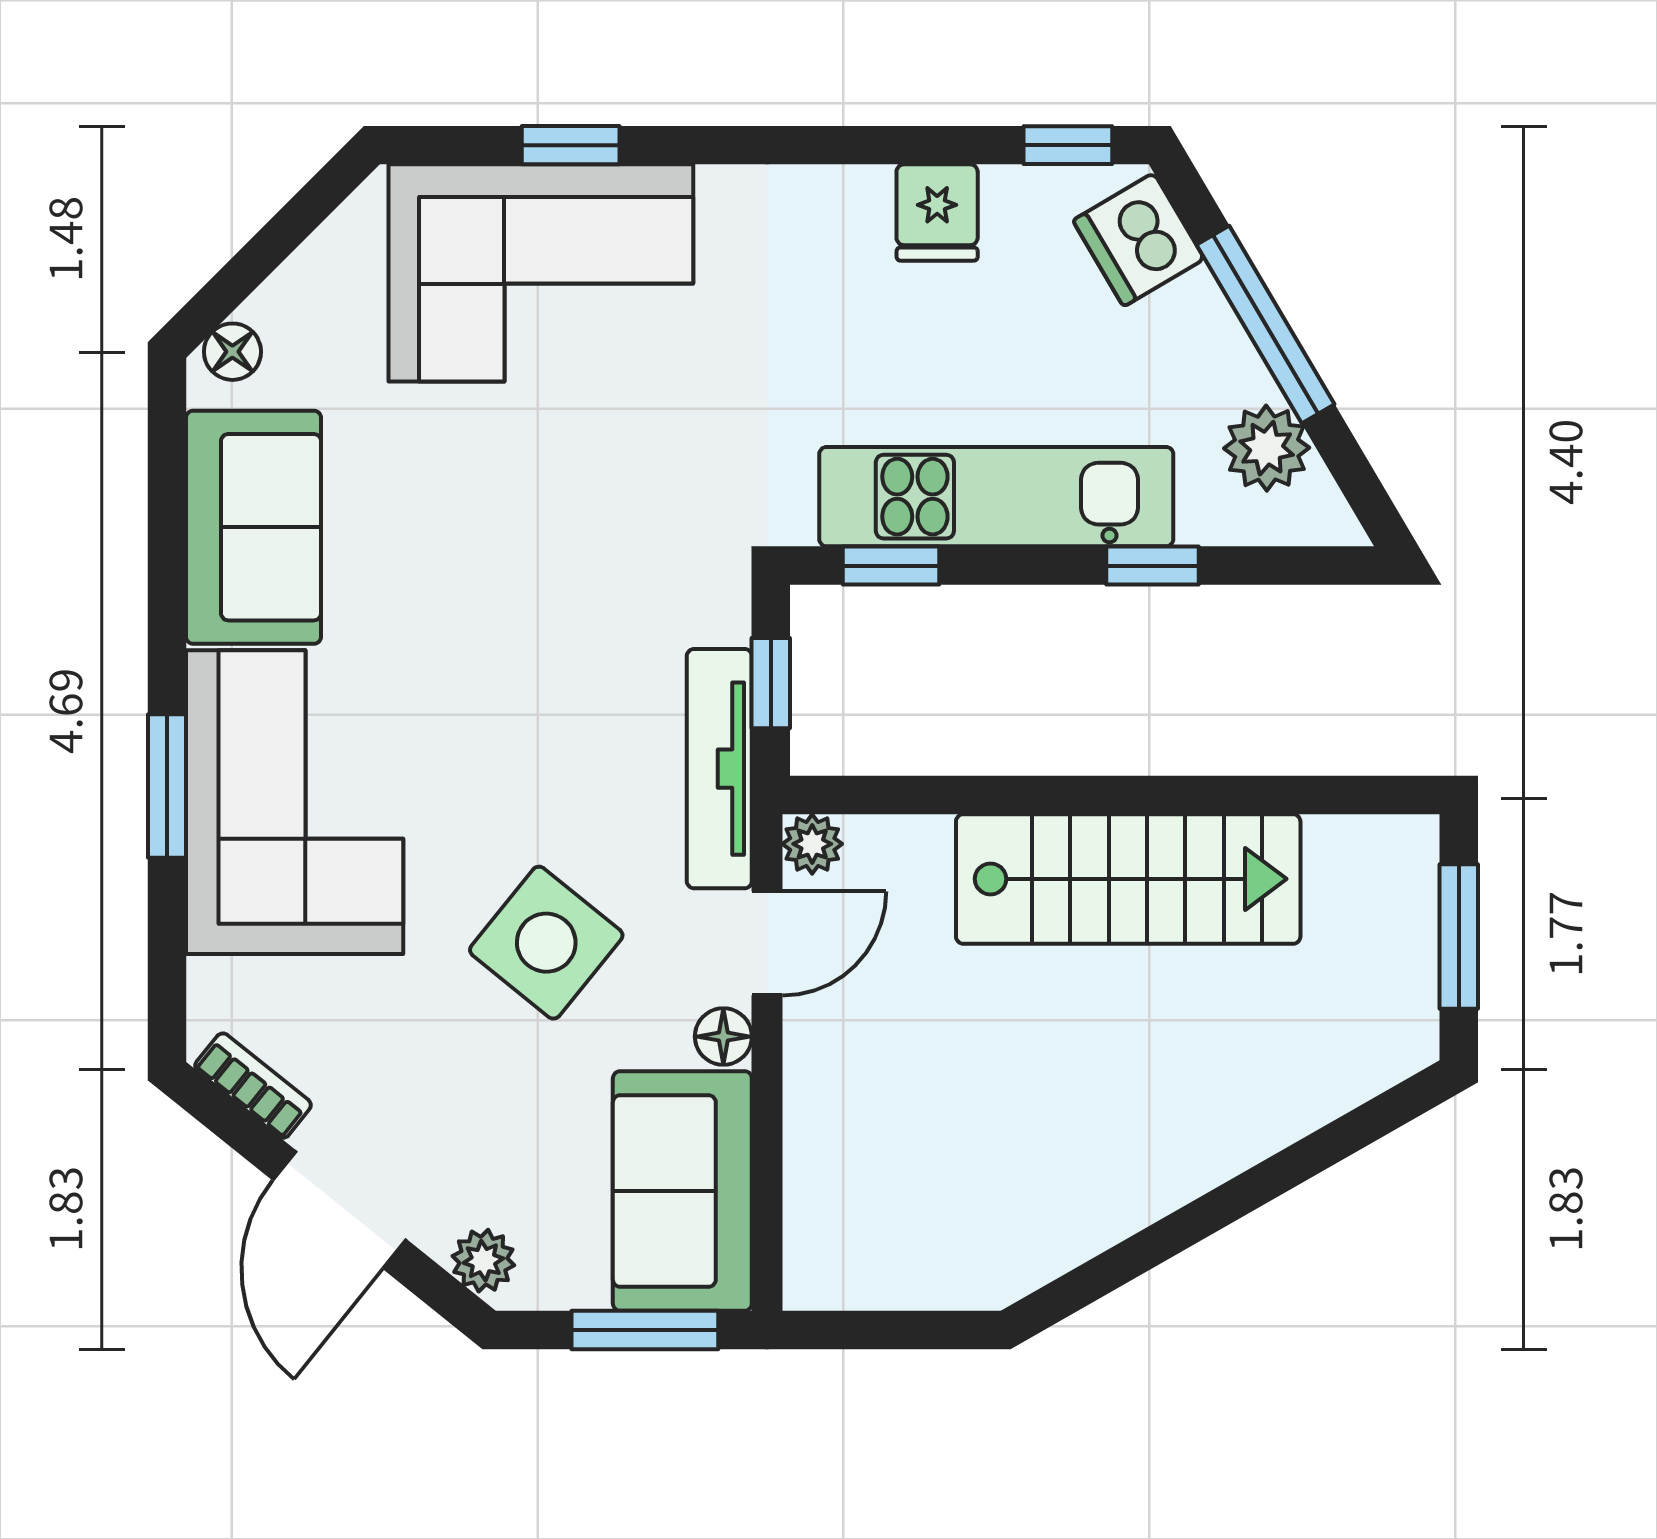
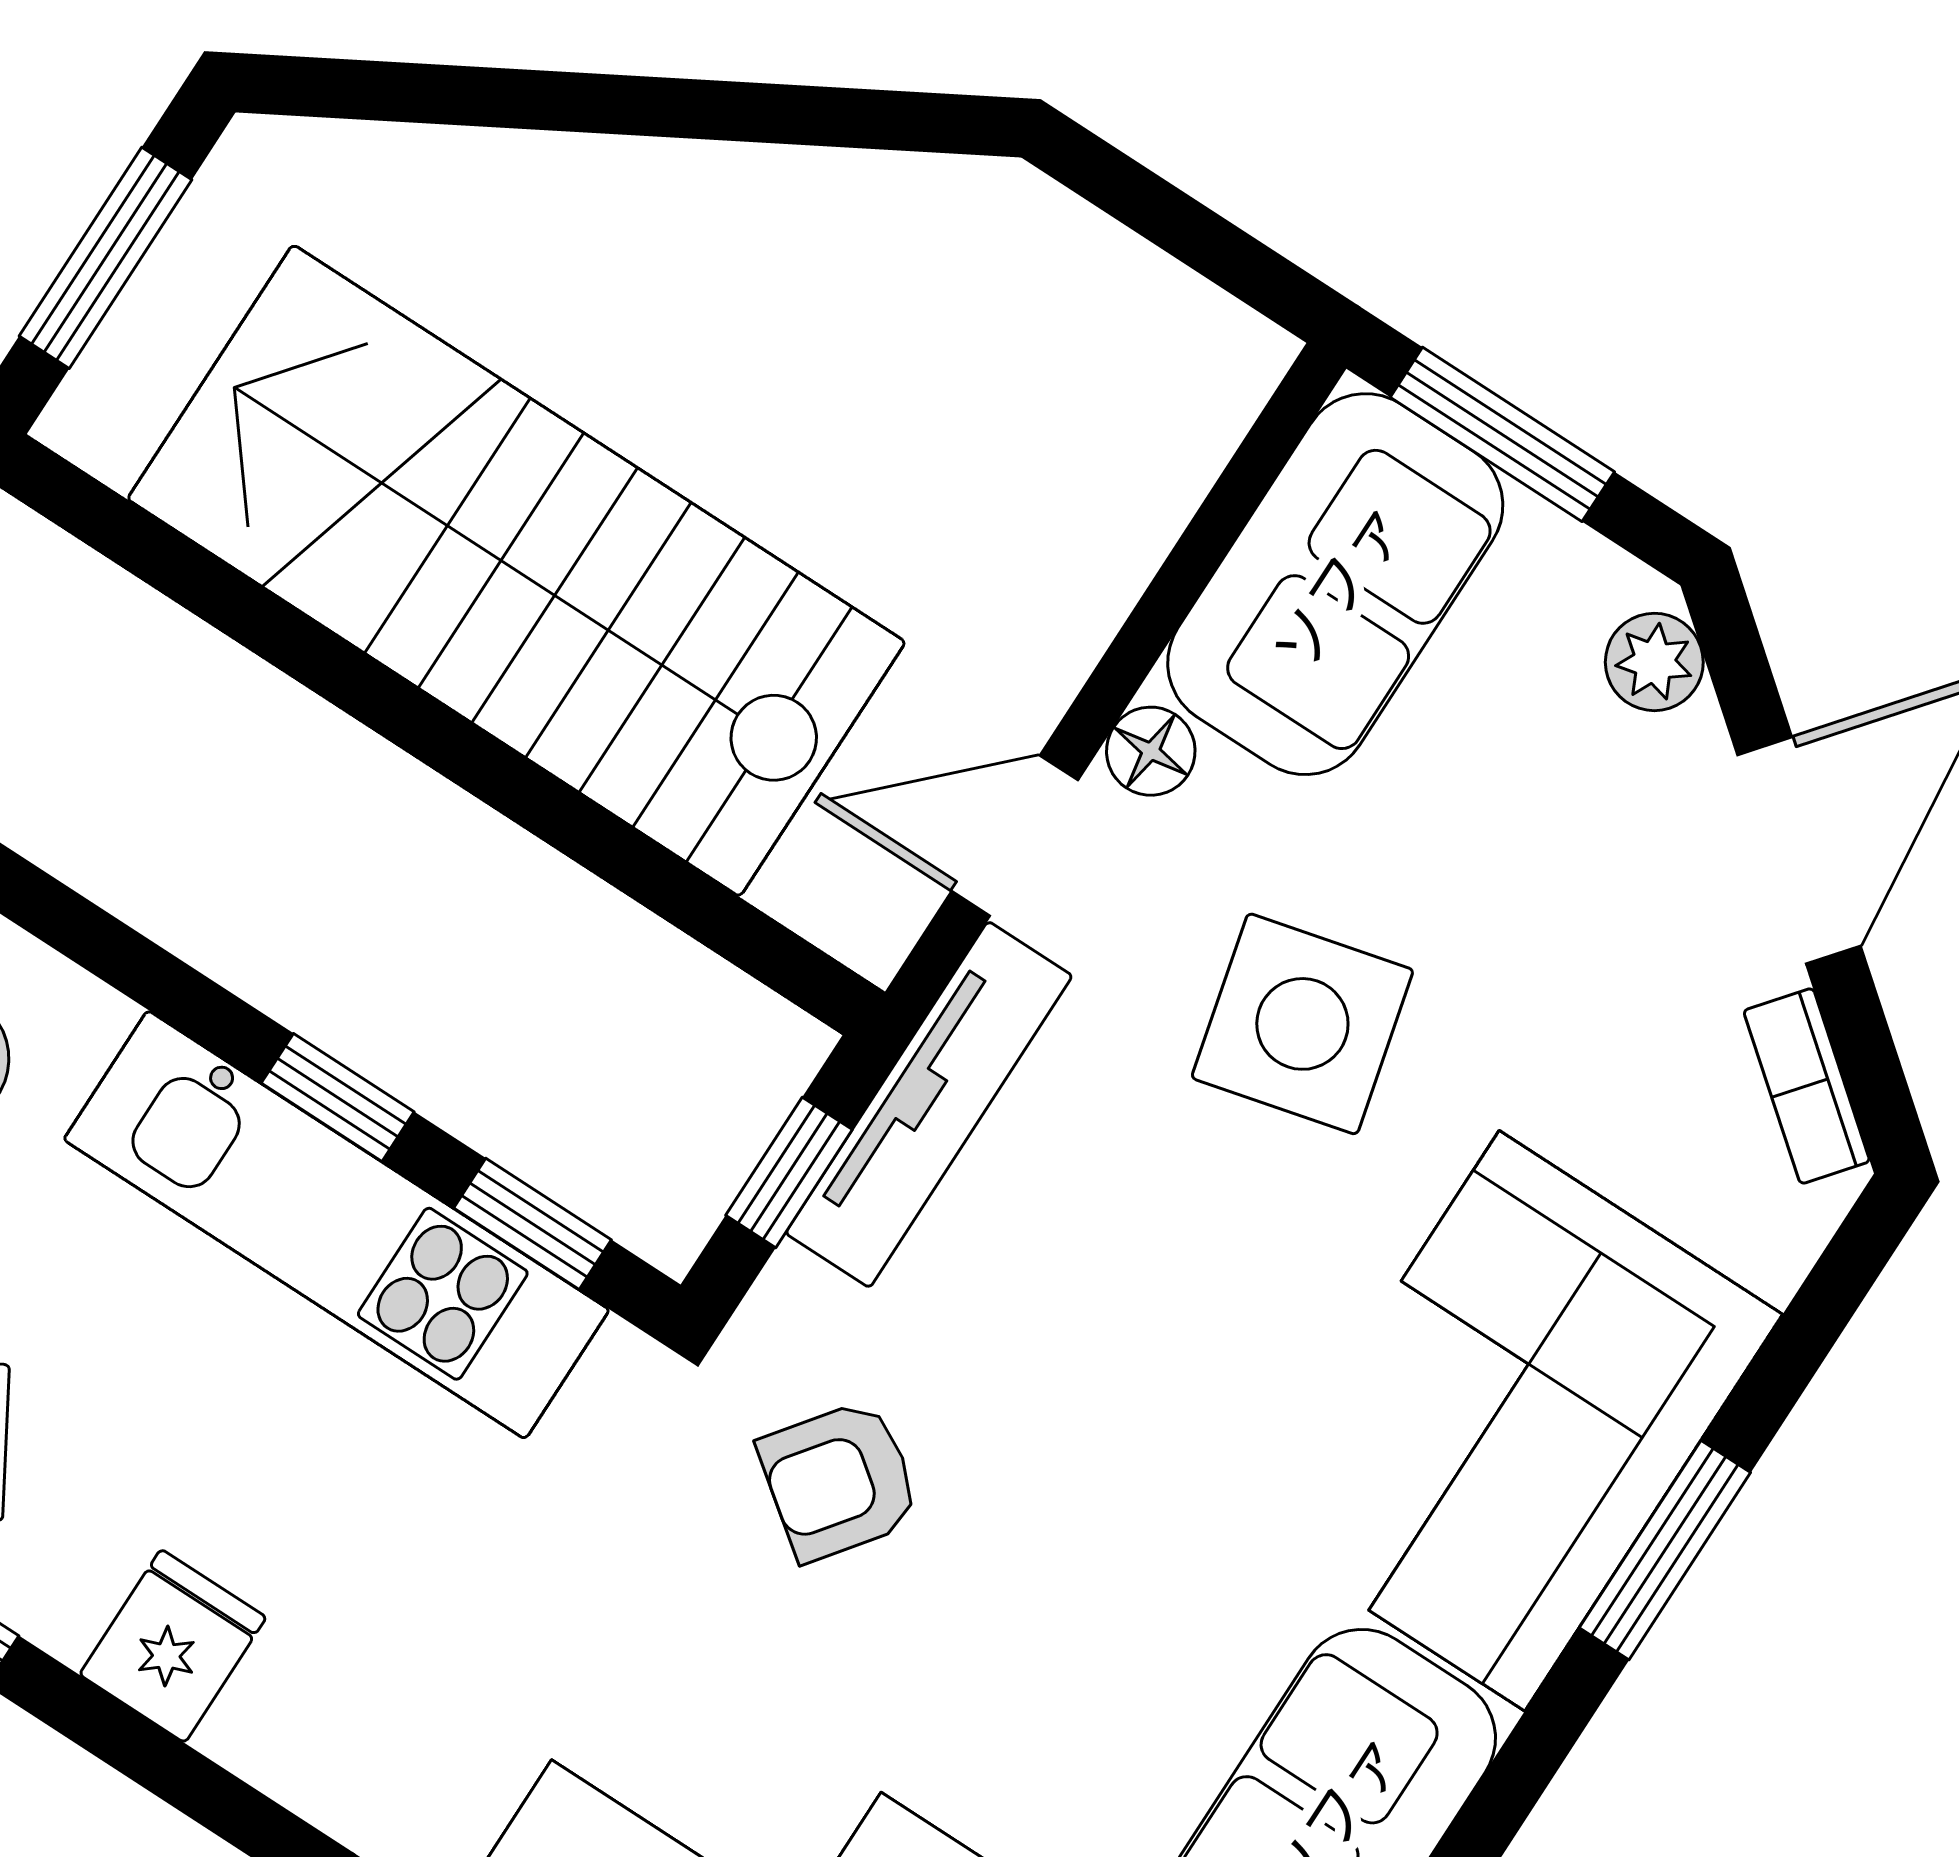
armchair: (636, 535) -> (840, 1481), added
window: (1153, 566) -> (338, 1097), moved
plant: (812, 844) -> (871, 927), removed
stairs: (1128, 879) -> (516, 571), width x1.36, depth x1.51
side table: (546, 943) -> (1302, 1024), turned 37

